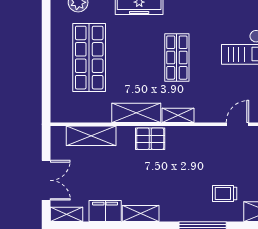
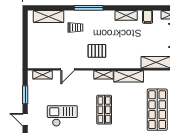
pallet: (150, 139) -> (97, 51), moved
filing cabinet: (105, 211) -> (148, 17), width x0.50

